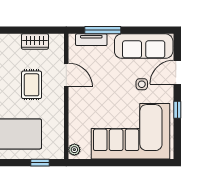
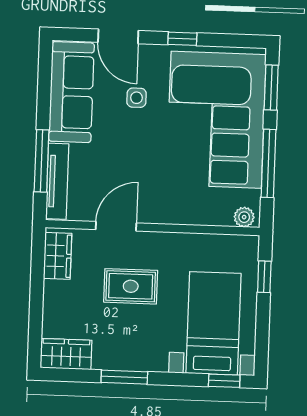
tv unit: (91, 40) -> (57, 181), width x1.41
wardrobe: (35, 42) -> (58, 256), moved
window: (106, 163) -> (268, 163), added
window: (151, 163) -> (271, 87), added

